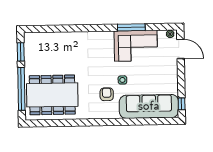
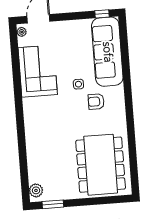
window: (131, 27) -> (17, 78), removed
plant: (33, 38) -> (36, 190), added
window: (21, 89) -> (96, 201), removed

